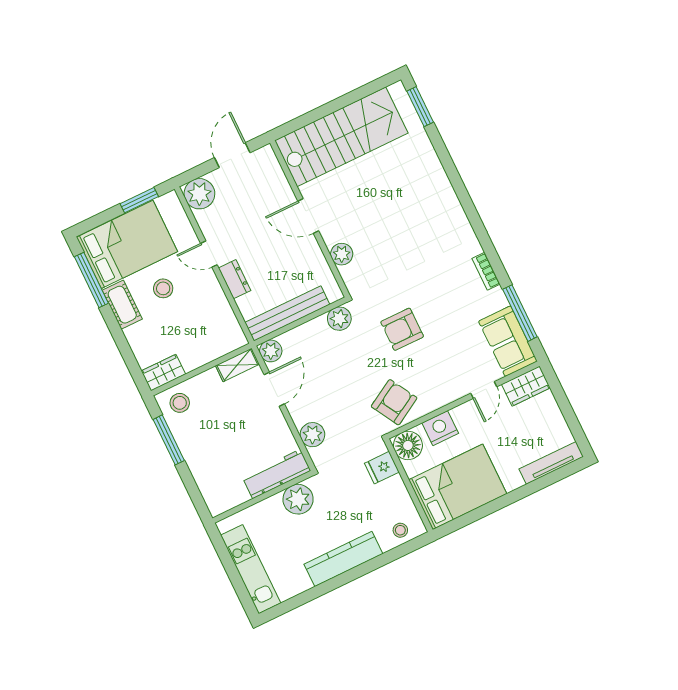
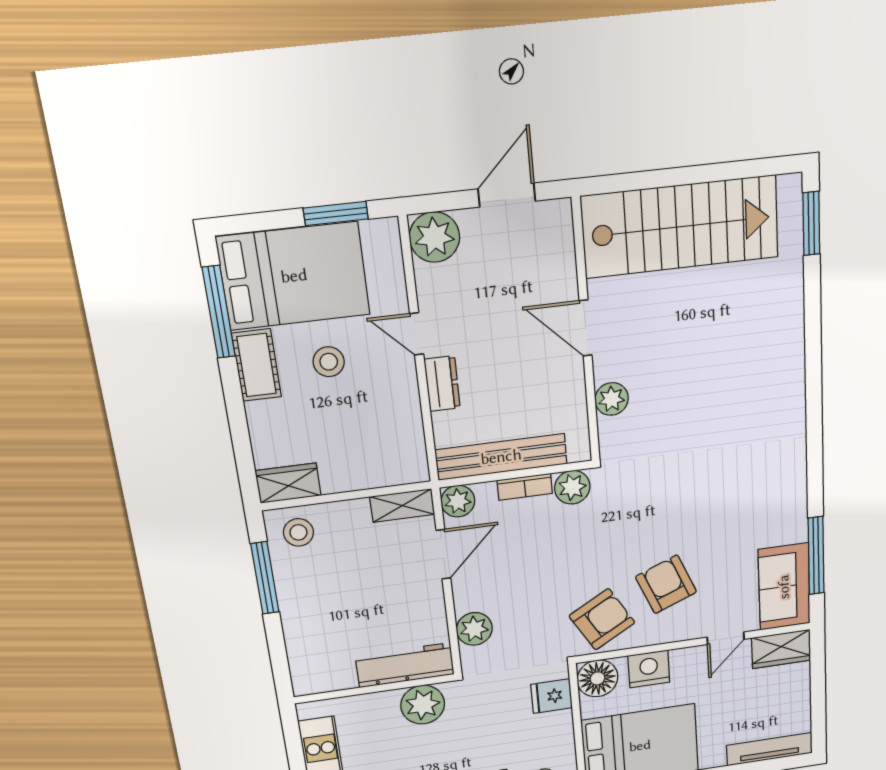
bookcase: (486, 271) -> (525, 487), moved, turned -90
armchair: (402, 329) -> (666, 584), moved, turned 68

